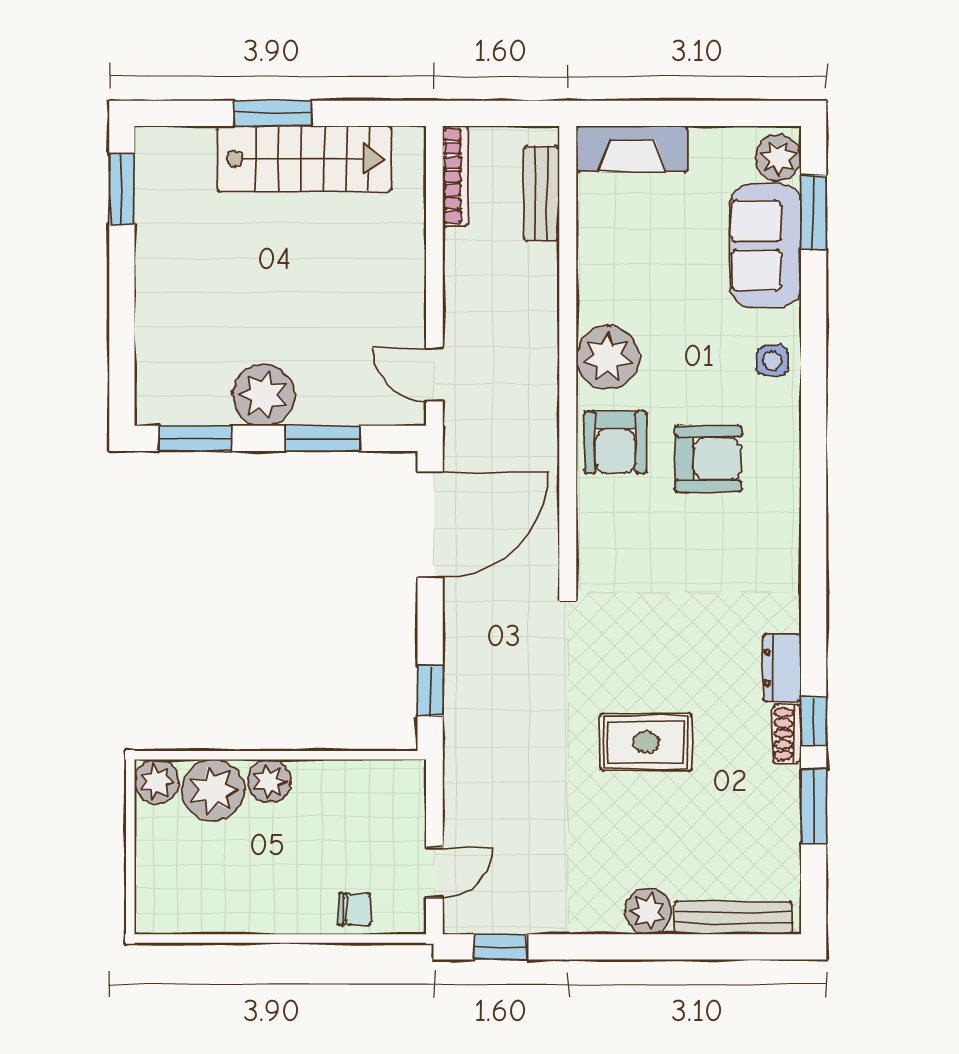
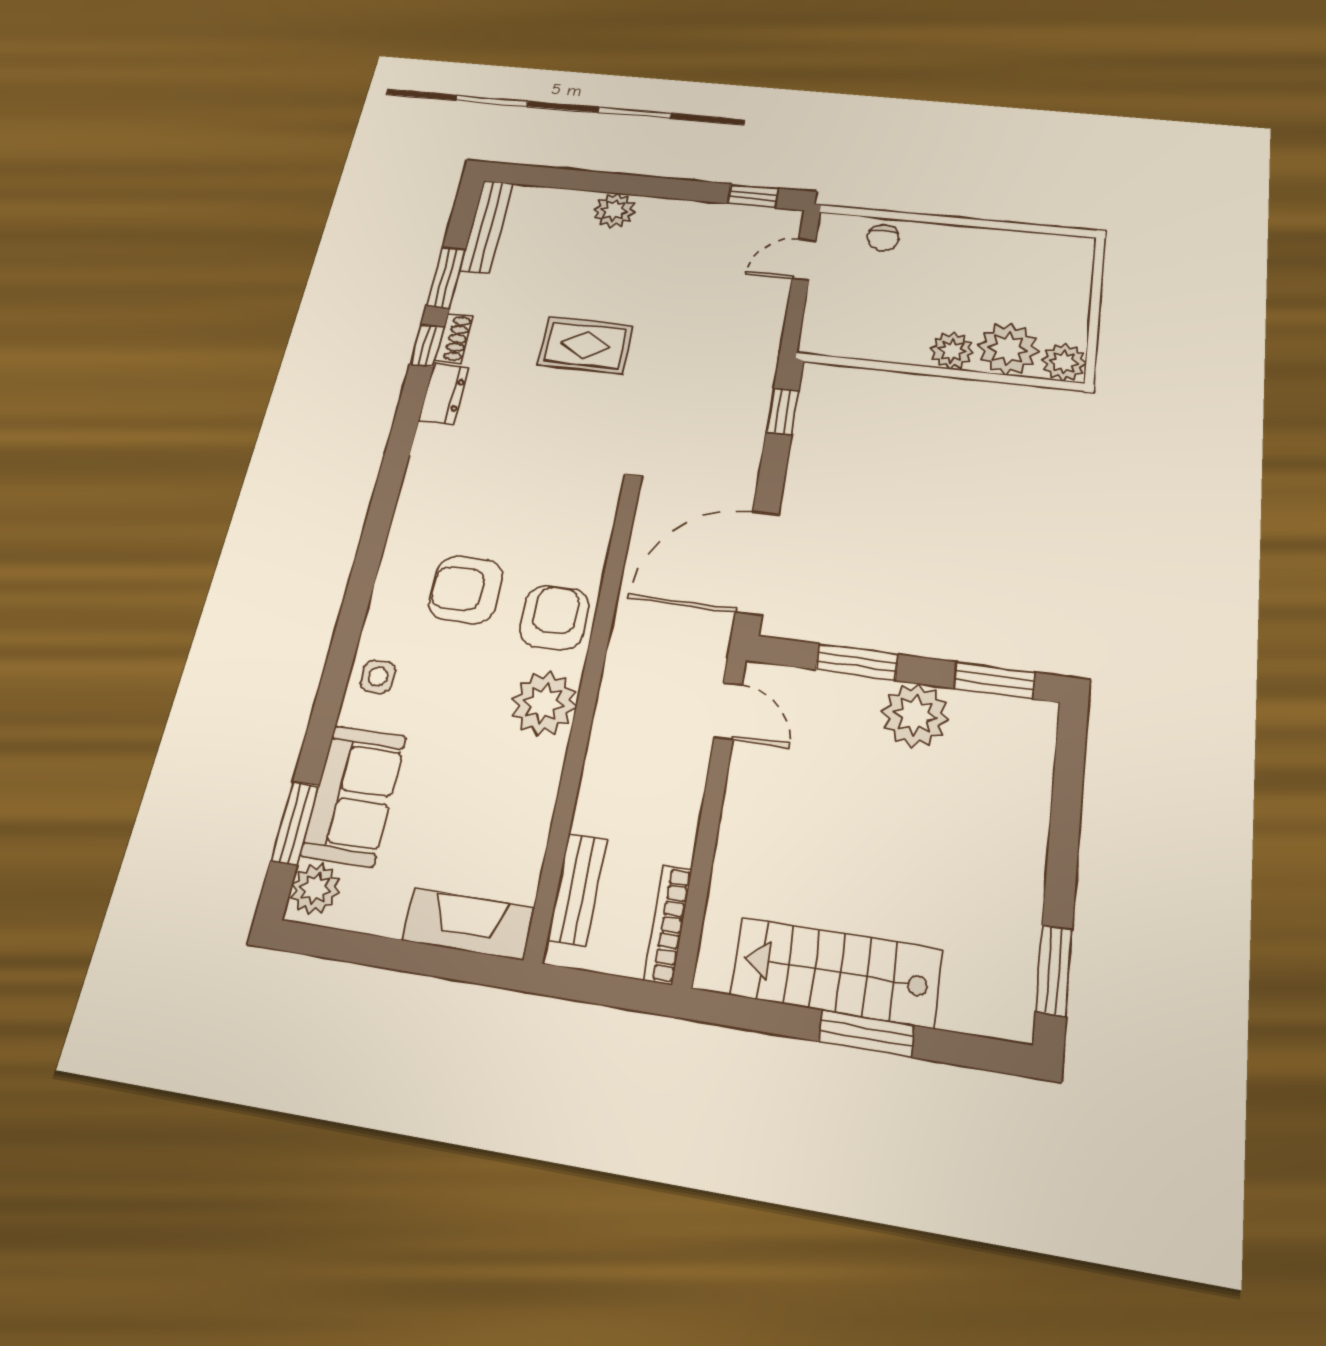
chair: (355, 909) -> (883, 238), turned -90
bench: (733, 918) -> (486, 226), moved, turned 90

